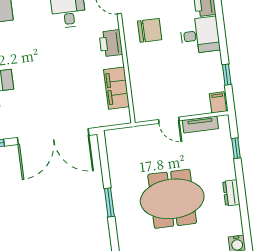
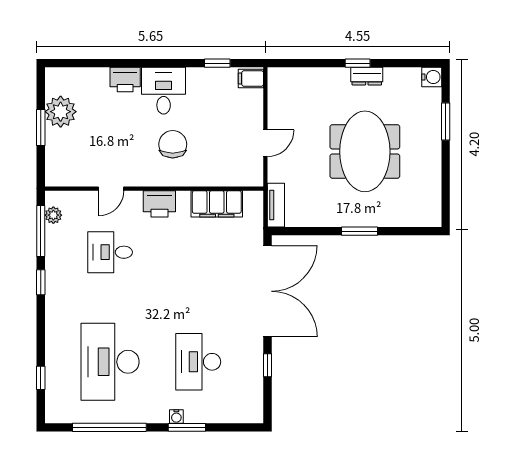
chair: (150, 30) -> (173, 144), moved
tv unit: (200, 124) -> (276, 205), moved
window: (236, 148) -> (358, 63), moved

